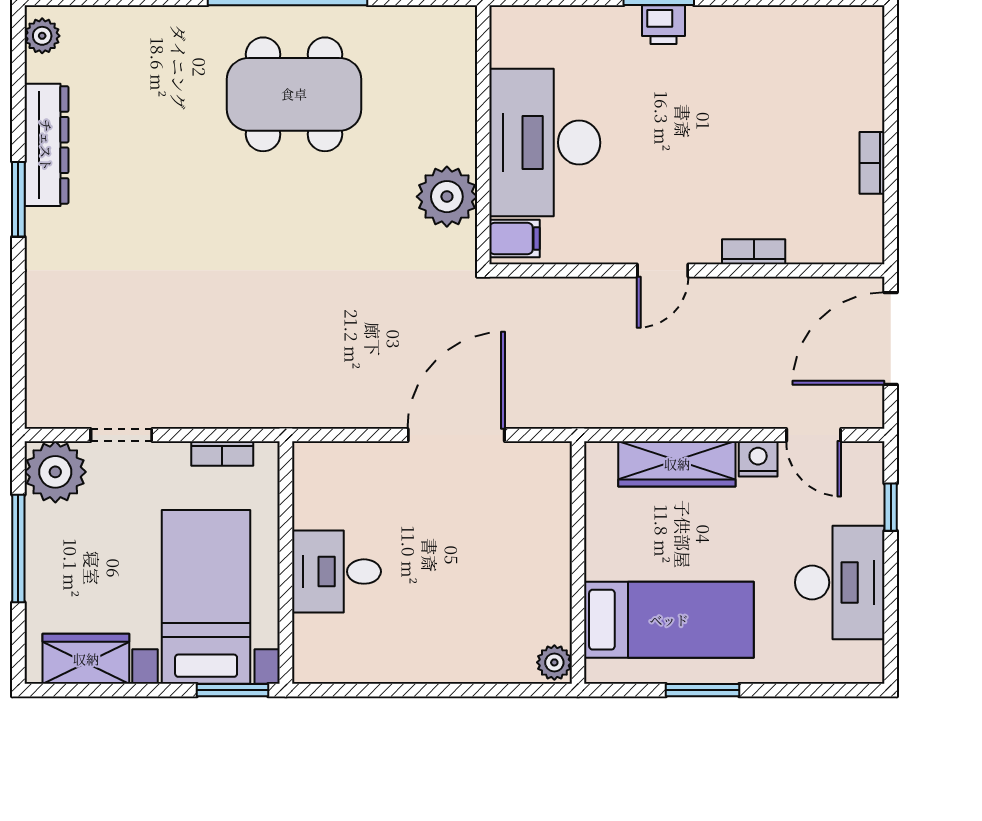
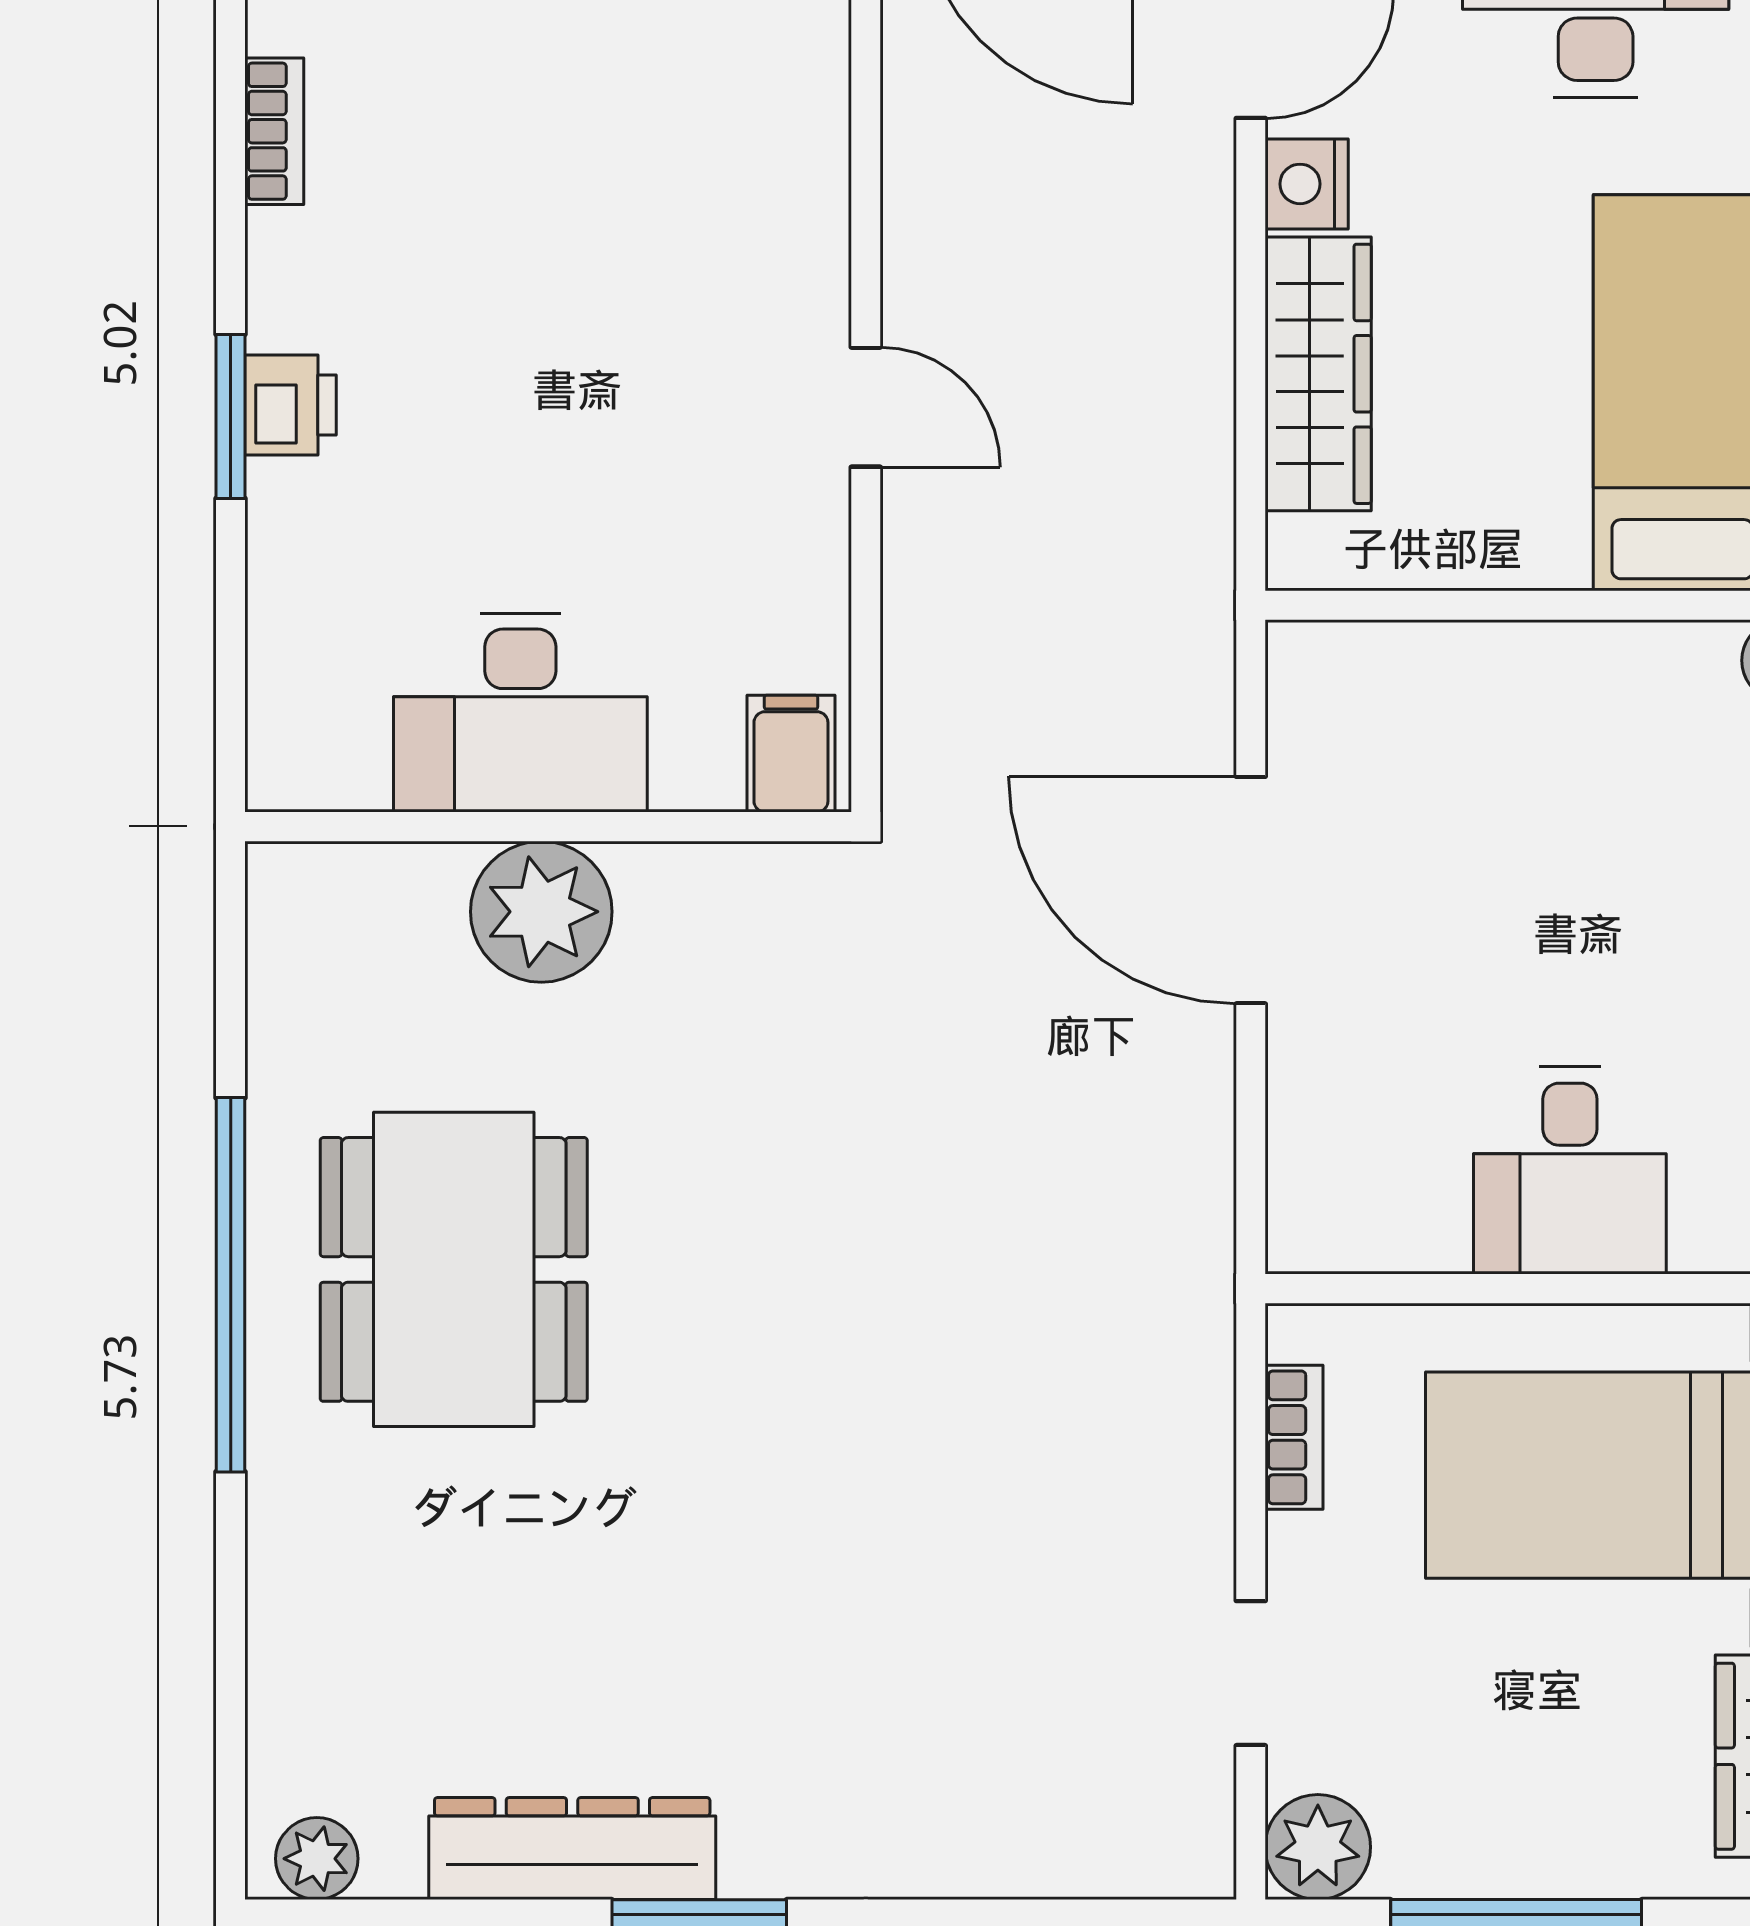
desk: (545, 143) -> (520, 713), width x0.73, depth x0.77
plant: (447, 197) -> (541, 912), moved
bookcase: (754, 252) -> (274, 131), moved, turned 180
plant: (55, 472) -> (1318, 1847), width x0.73, depth x0.73

